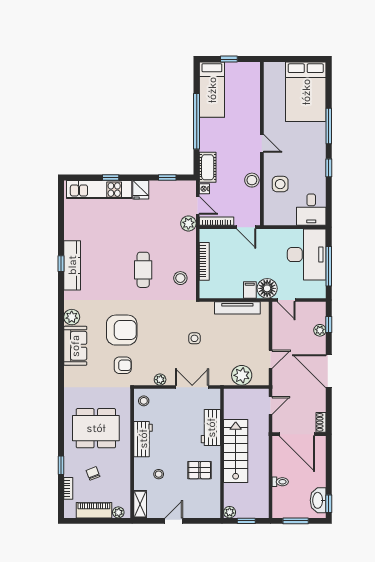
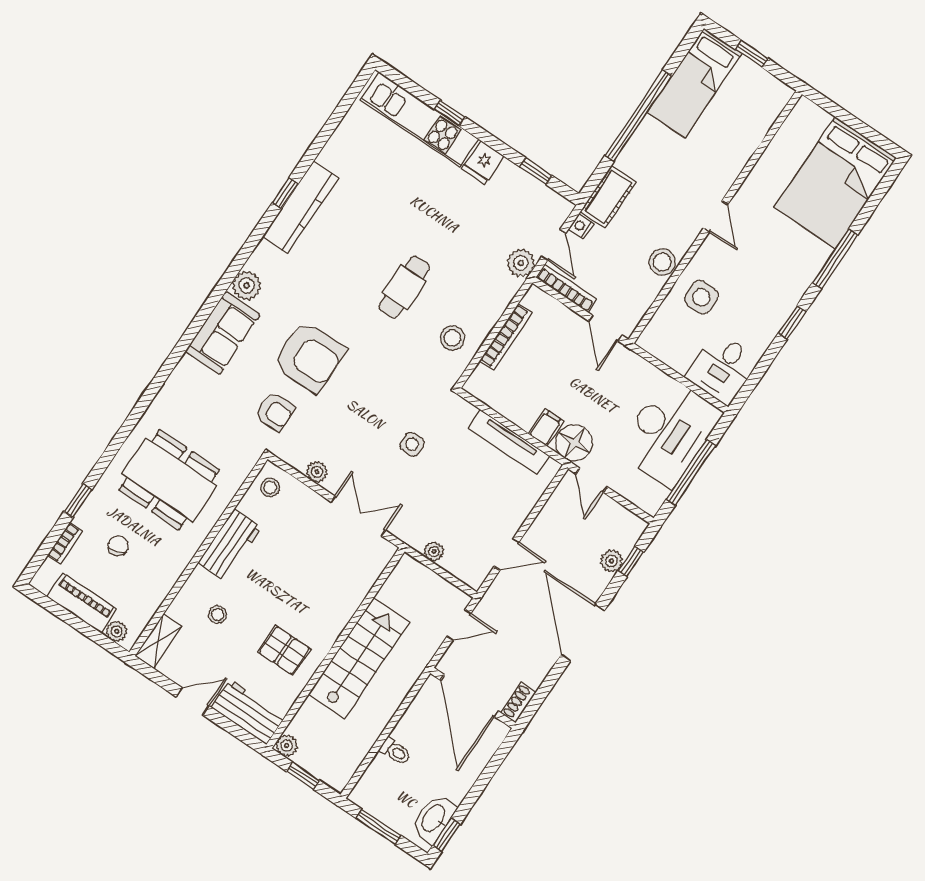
plant: (242, 375) -> (434, 552), width x0.53, depth x0.53
workbench: (211, 428) -> (248, 712), moved, turned 90

